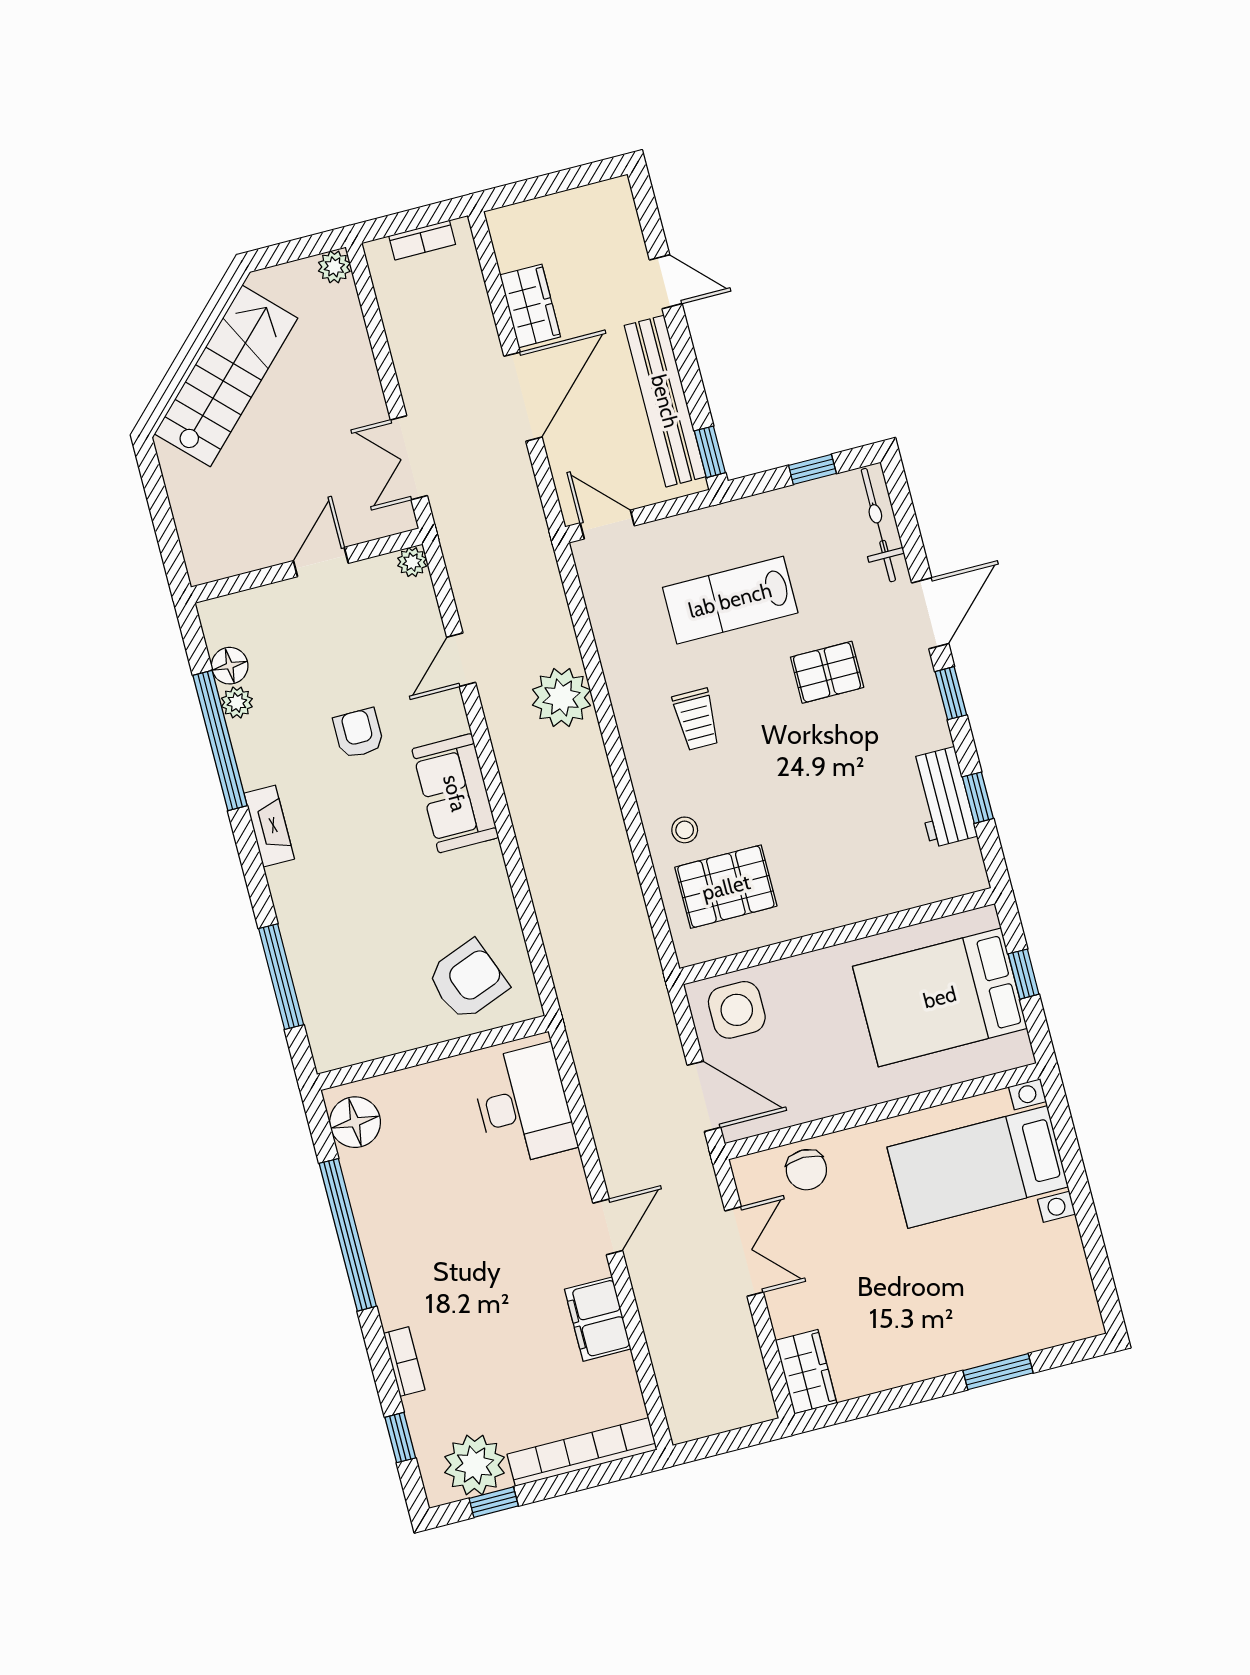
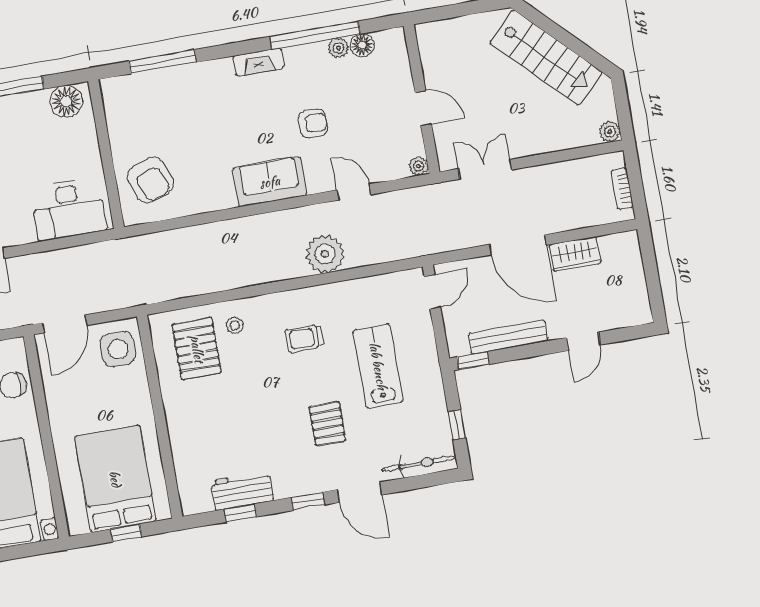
bench: (665, 401) -> (508, 337), width x0.73, depth x0.82

